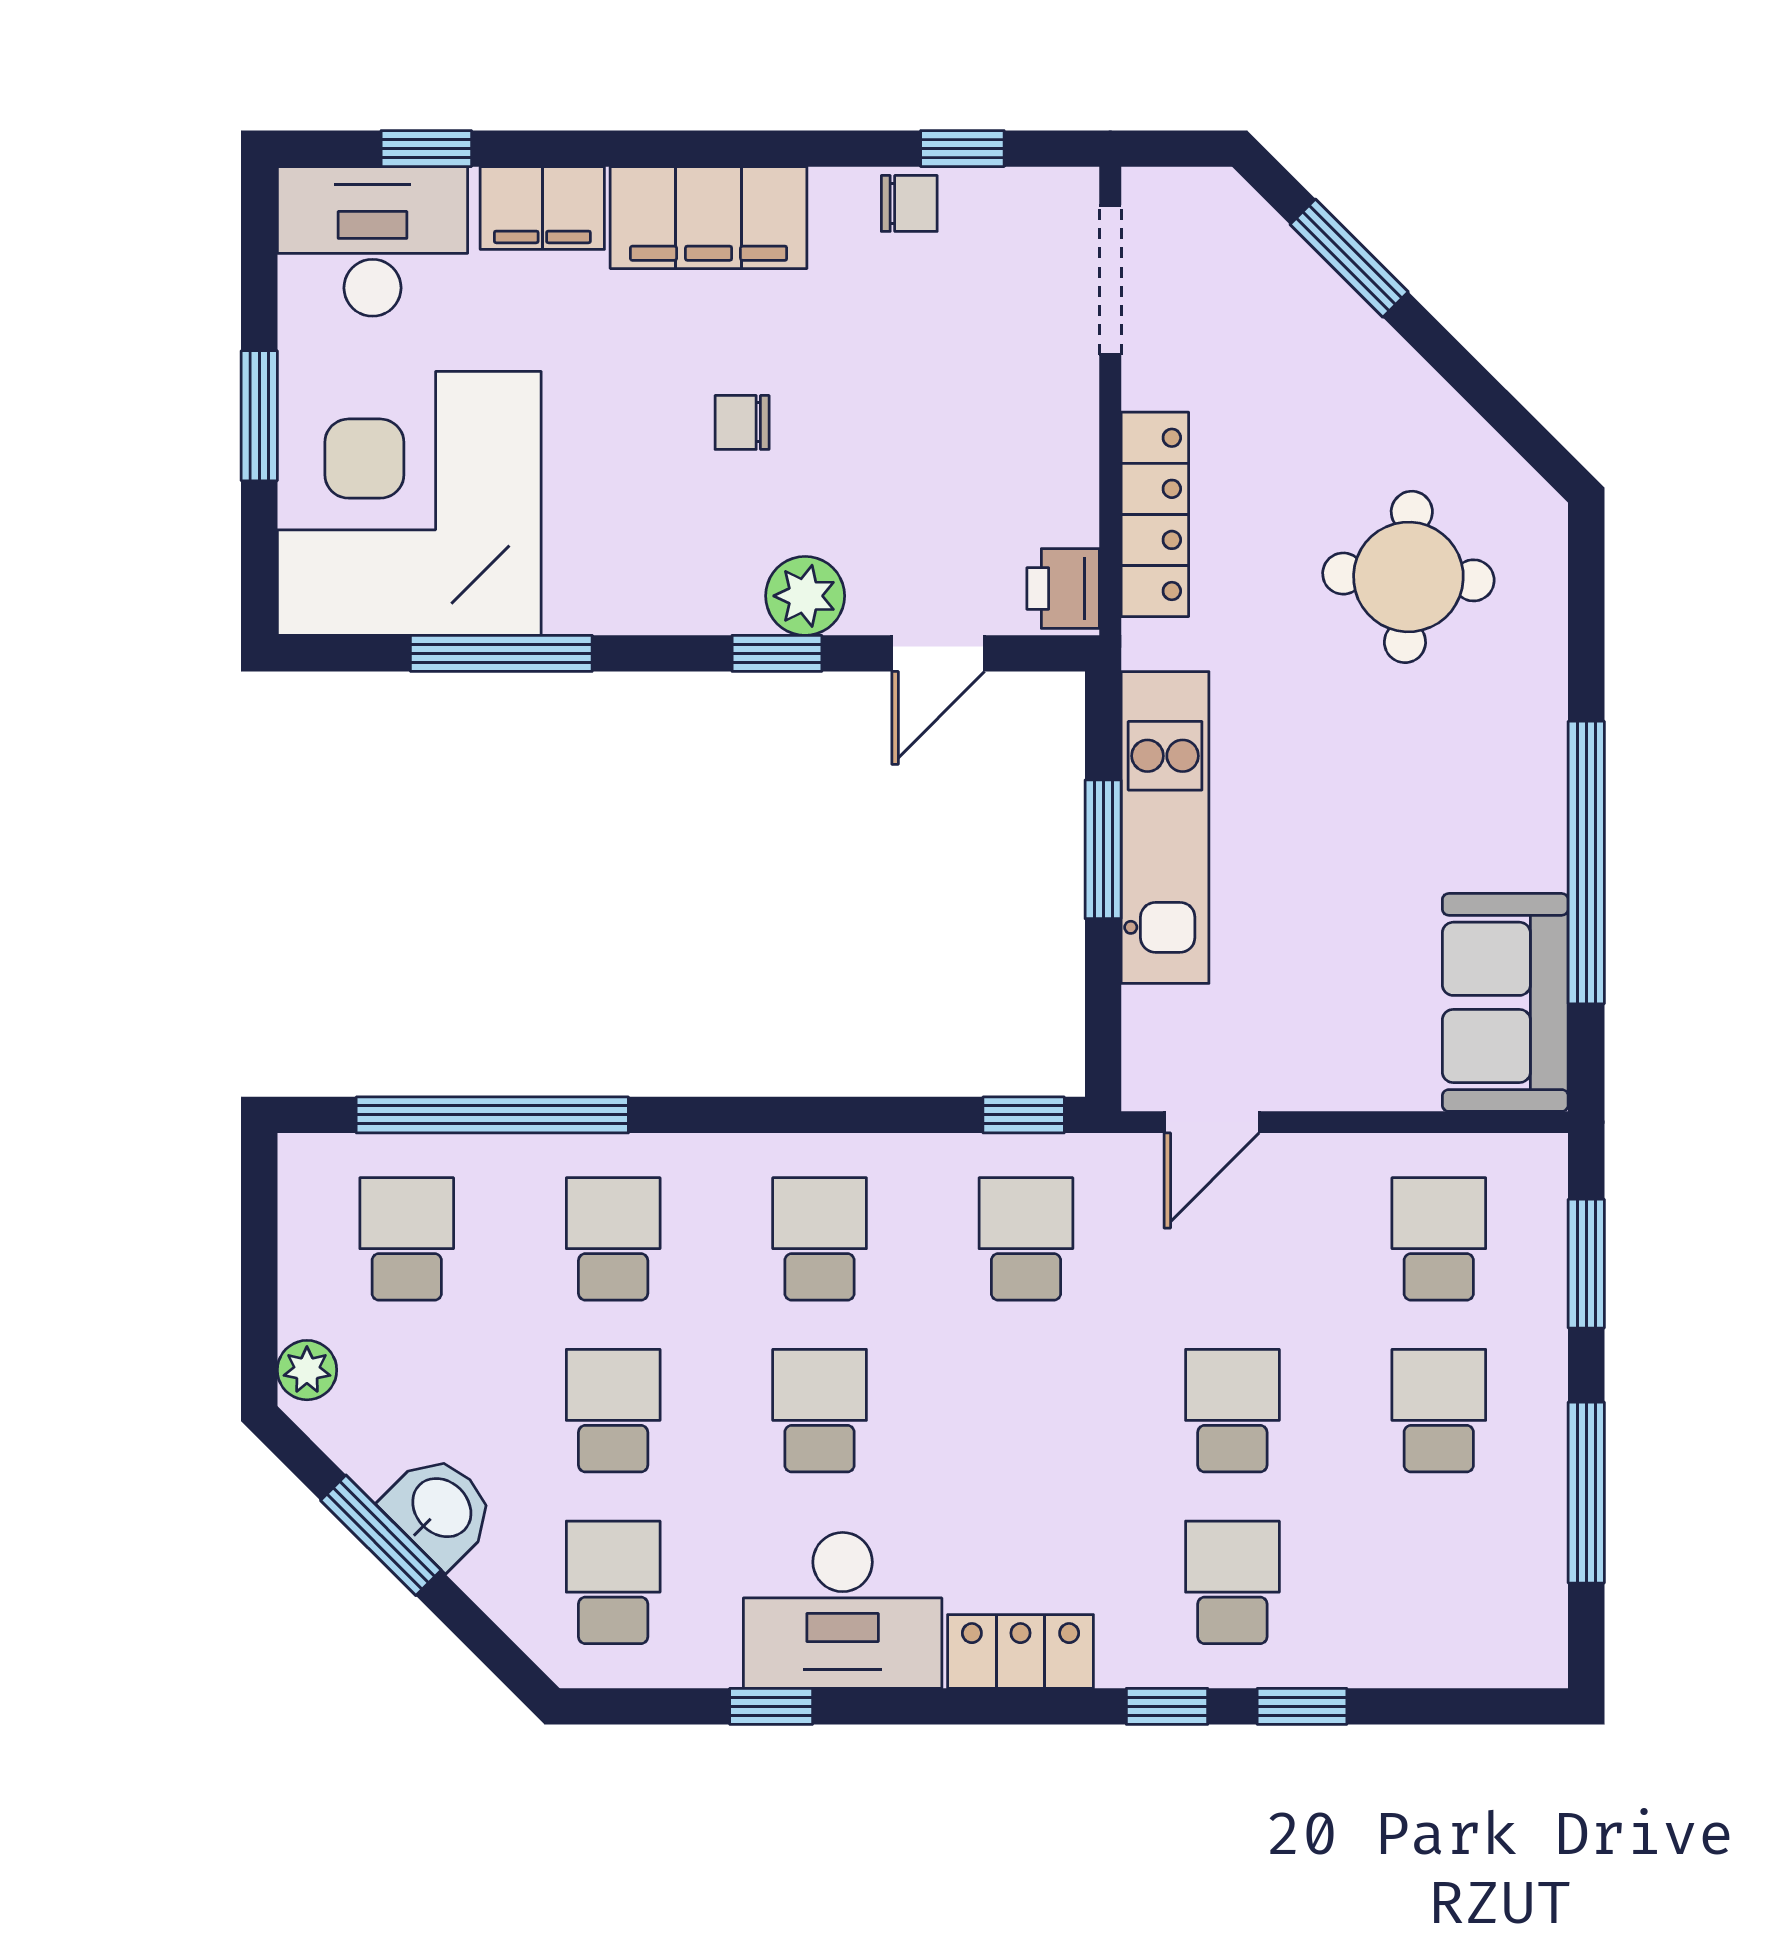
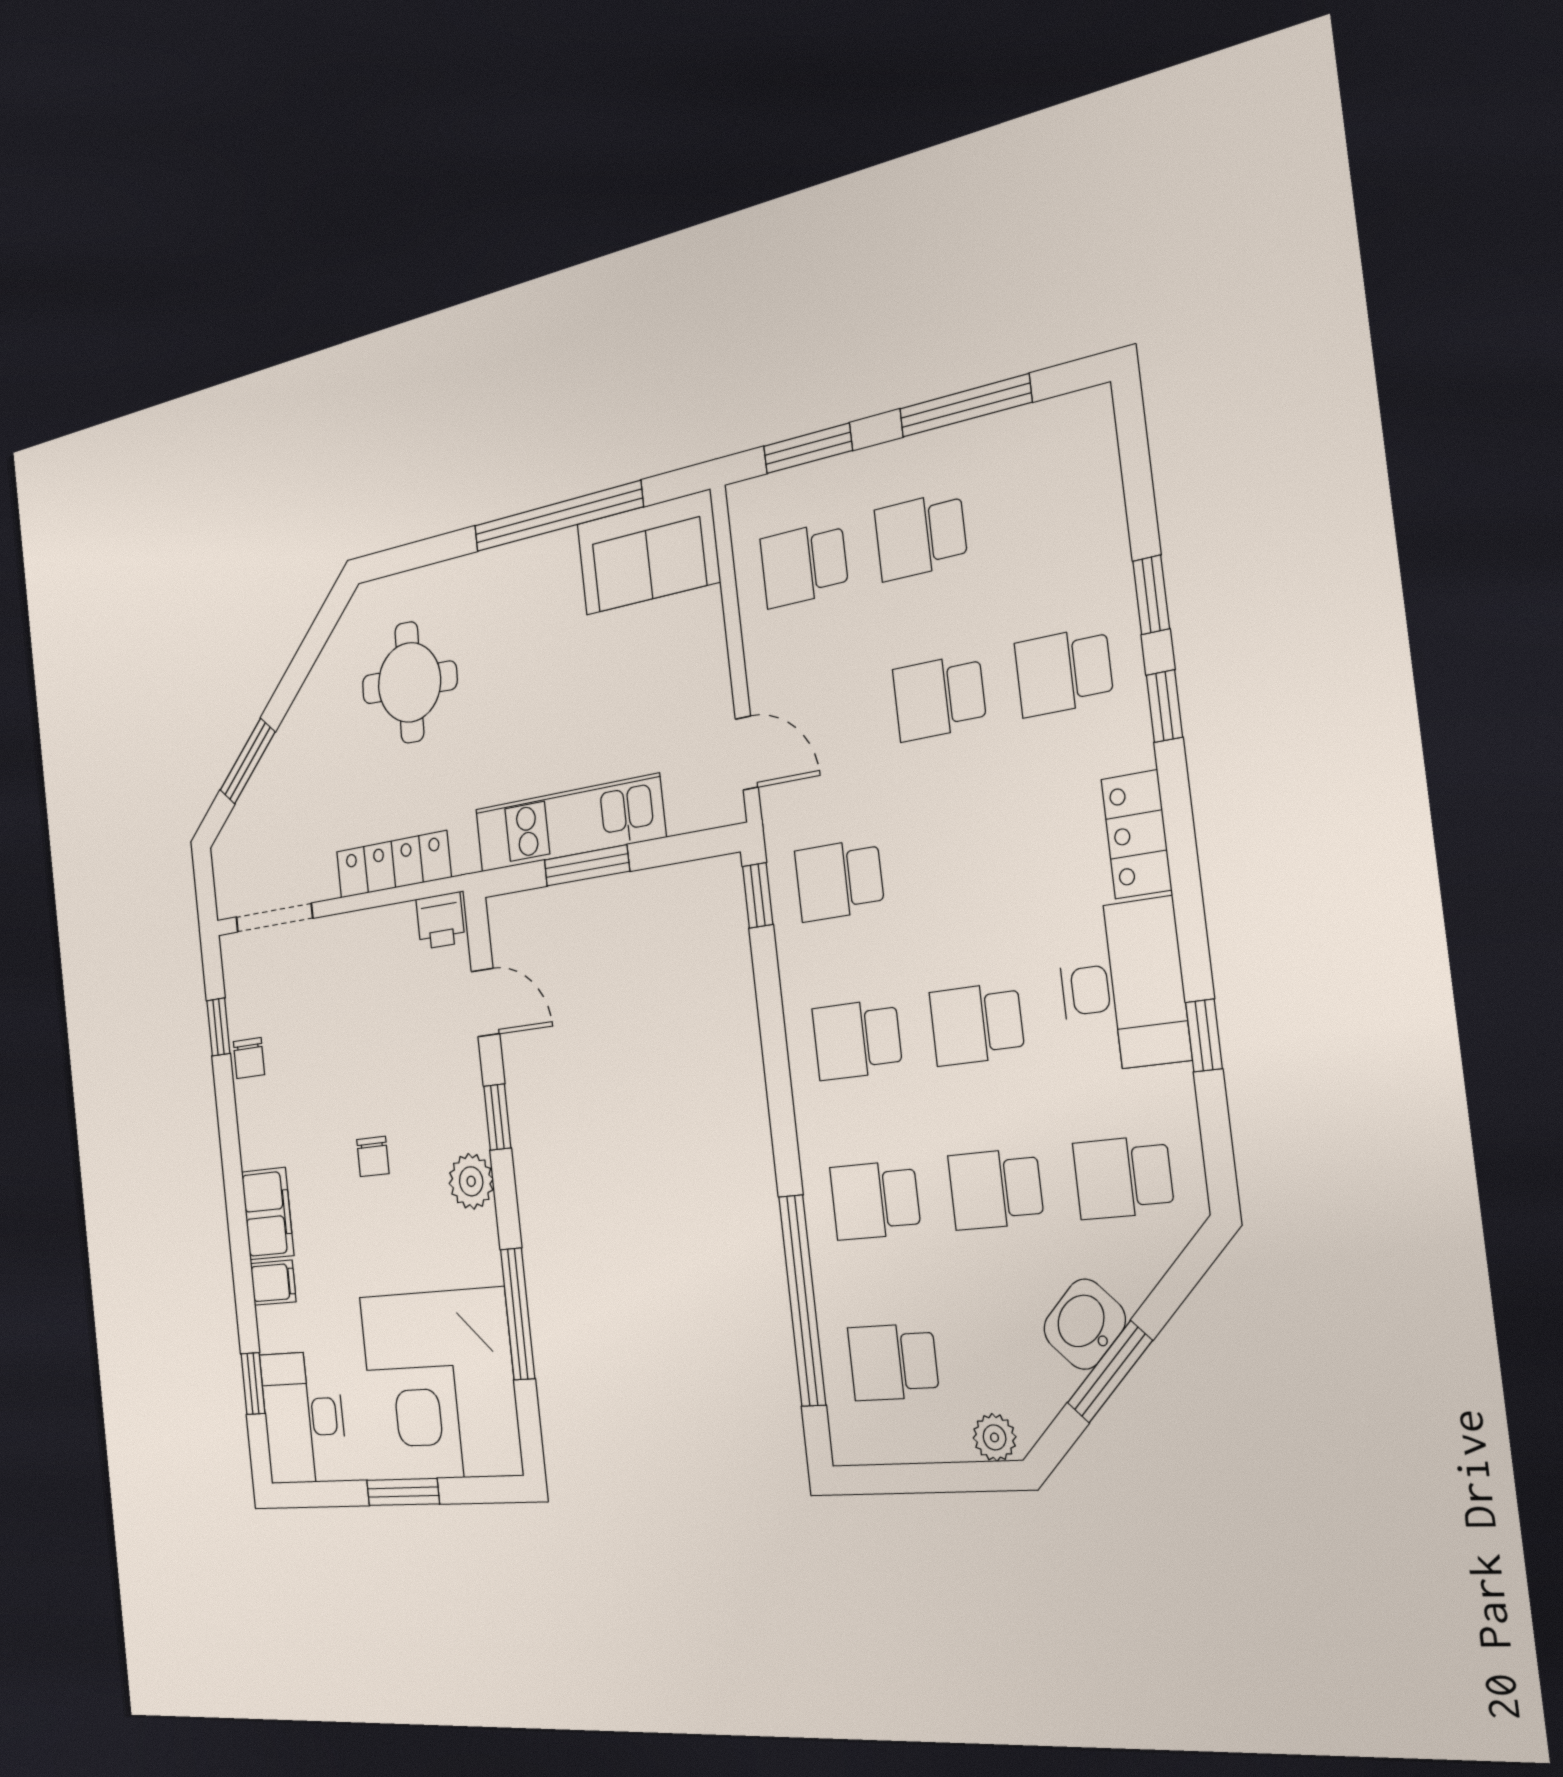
chair: (909, 203) -> (249, 1058), turned 180
filing cabinet: (542, 208) -> (273, 1283), width x0.50
filing cabinet: (709, 218) -> (268, 1214), width x0.67, depth x0.86
plant: (805, 596) -> (471, 1181), moved

